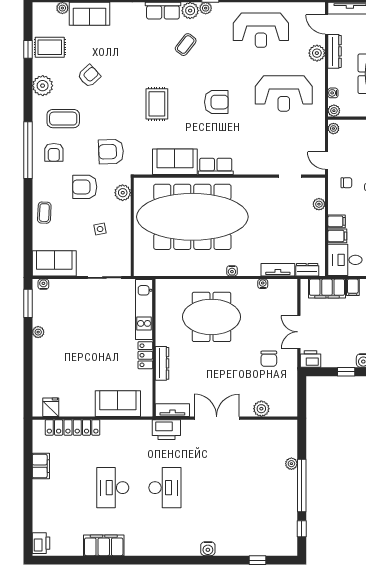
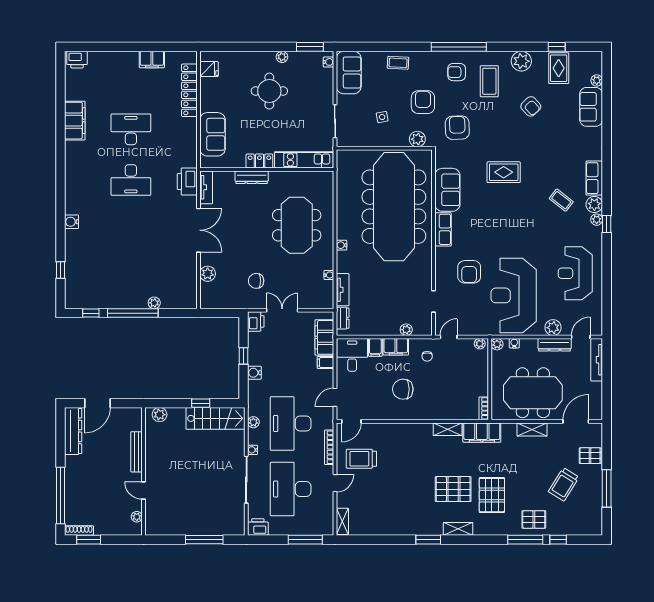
reception desk: (284, 94) -> (514, 295), width x1.36, depth x1.30
armchair: (216, 102) -> (469, 272), moved
filing cabinet: (337, 221) -> (396, 347), width x2.00
round table: (73, 345) -> (269, 91), added

